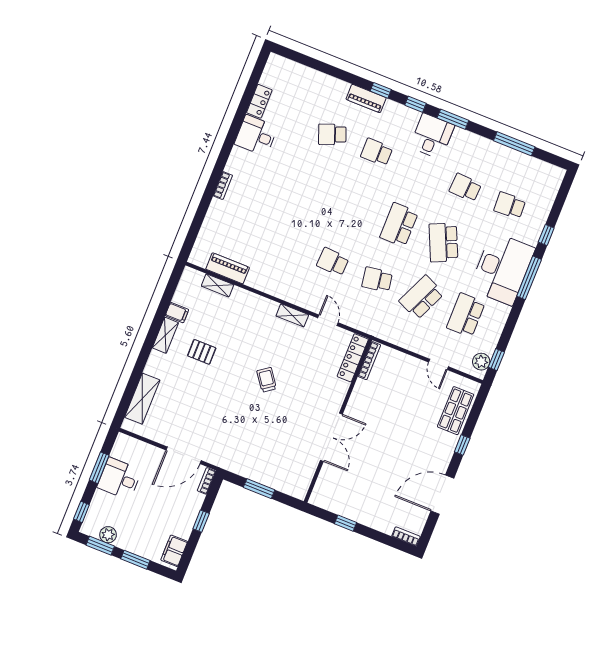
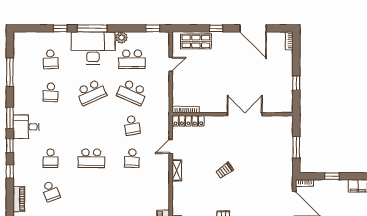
piano: (366, 99) -> (19, 199), moved
school desk: (399, 225) -> (91, 158), moved
plant: (481, 362) -> (122, 38), moved

